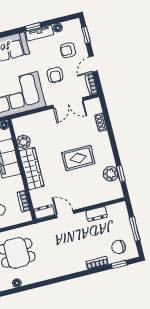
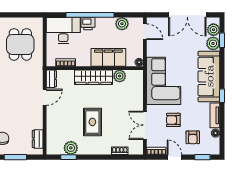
window: (33, 27) -> (222, 96), moved
armchair: (68, 50) -> (193, 137), turned 180
dresser: (97, 214) -> (38, 139), moved

